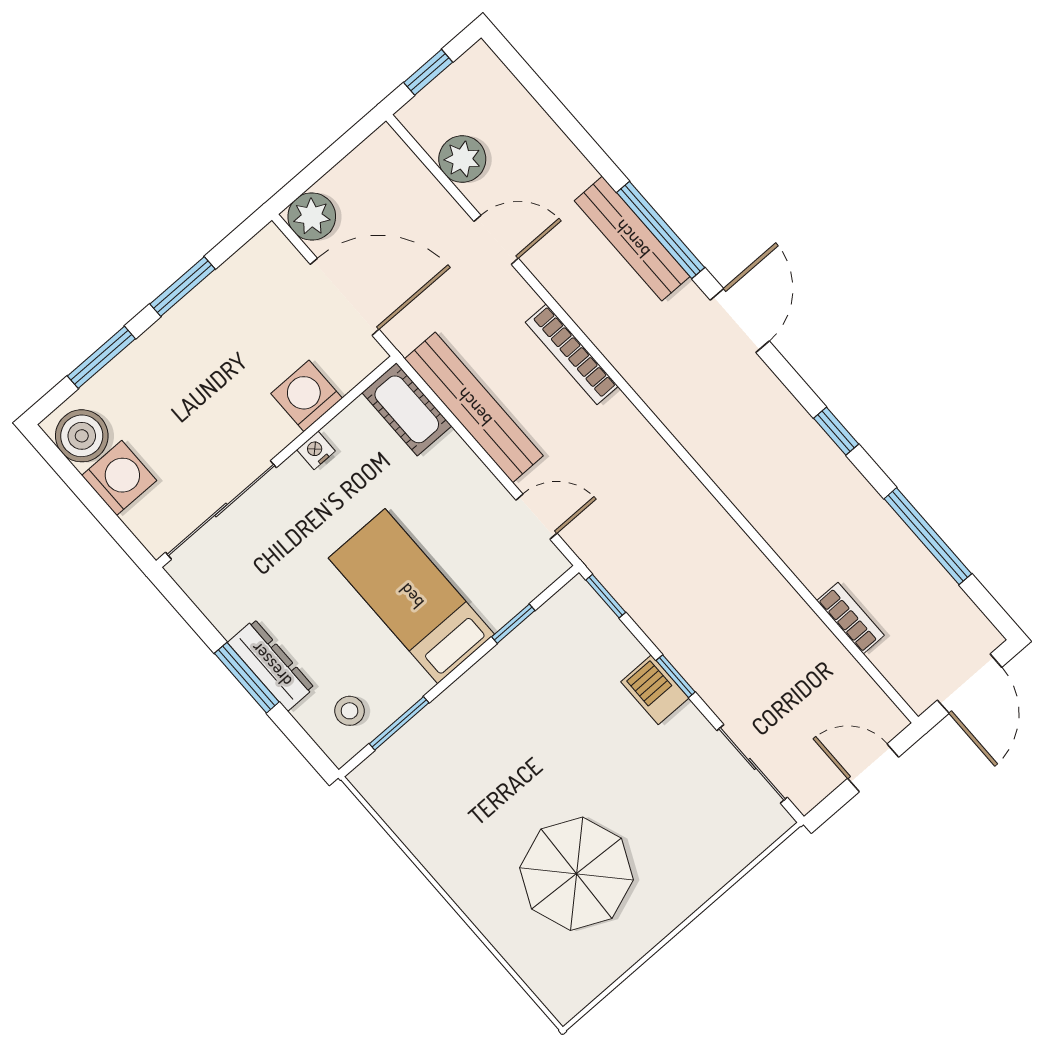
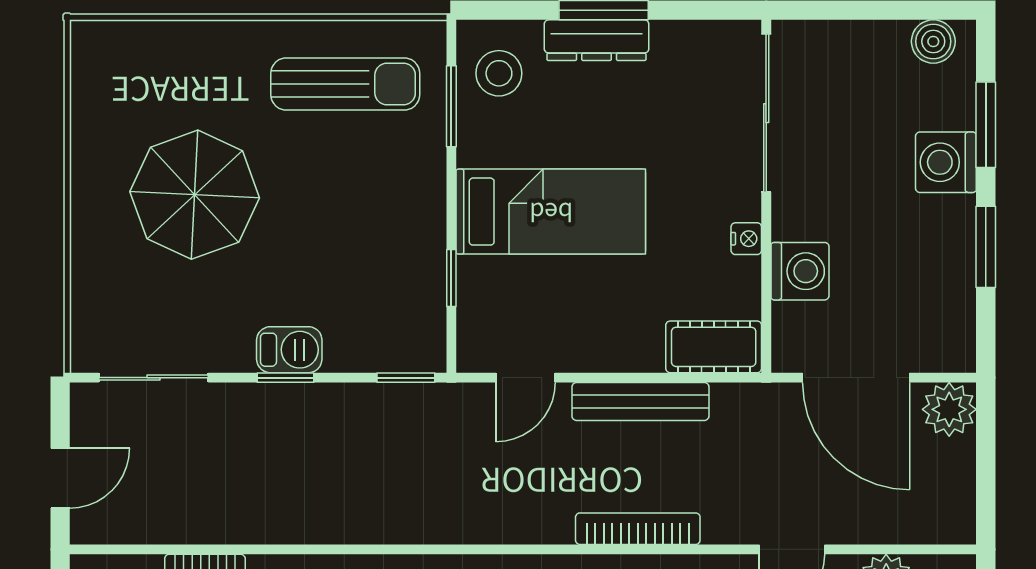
door: (345, 297) -> (856, 378), hinge flipped
bench: (474, 407) -> (640, 401), width x0.73, depth x0.82
boiler: (82, 436) -> (933, 41), width x0.73, depth x0.73
washing machine: (119, 478) -> (946, 162), moved, turned 90
stool: (350, 711) -> (499, 73), width x1.37, depth x1.37
sun lounger: (446, 807) -> (345, 84), added
parasol: (576, 874) -> (195, 195), moved

